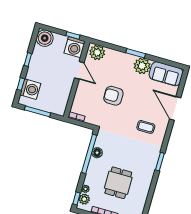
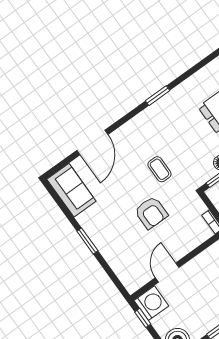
plant: (97, 52) -> (131, 277), removed
plant: (142, 66) -> (92, 221), removed
coffee table: (146, 127) -> (159, 169), moved

